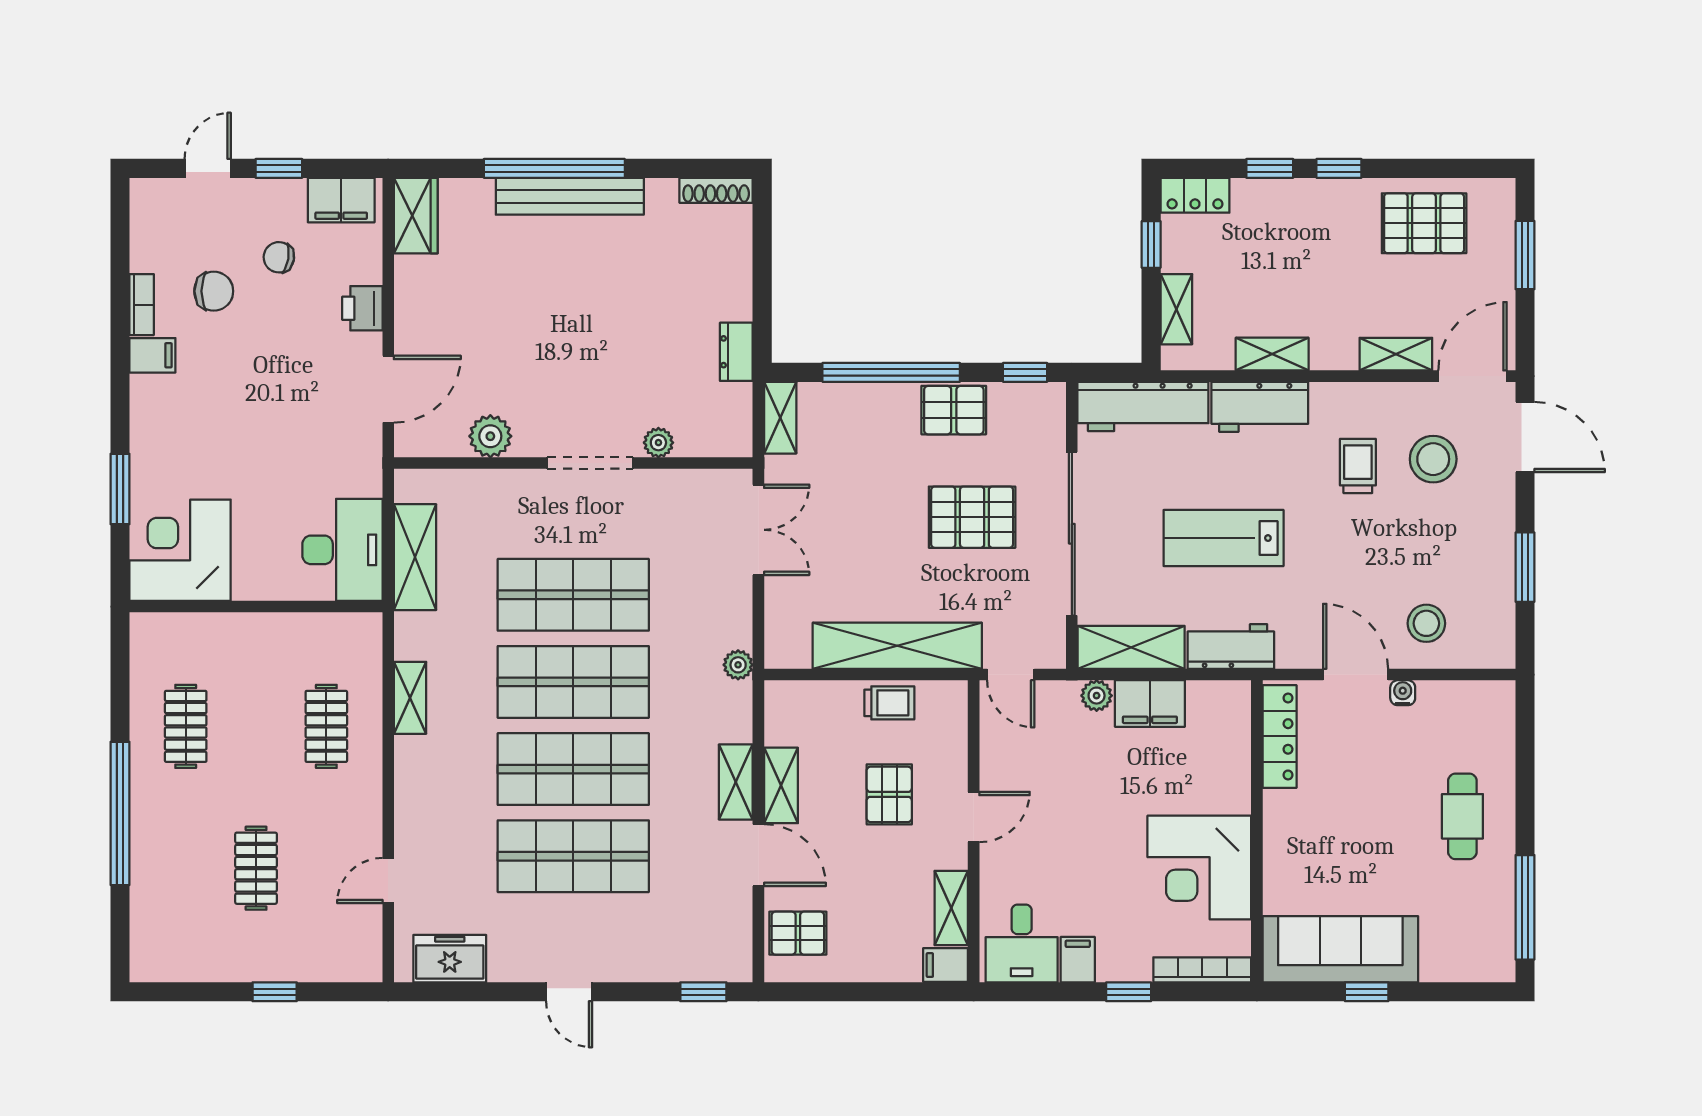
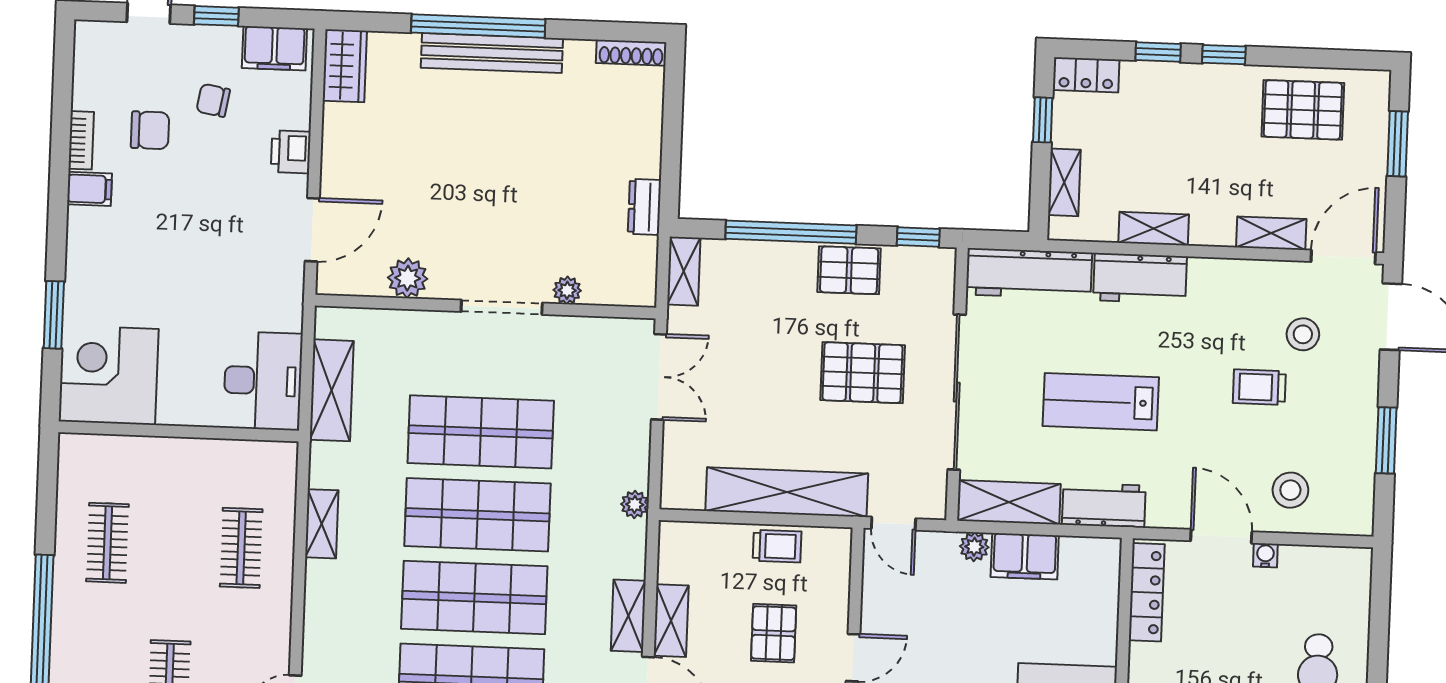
stool: (1433, 459) -> (1303, 334), width x0.73, depth x0.73
trolley: (1358, 466) -> (1259, 387), moved, turned -90

